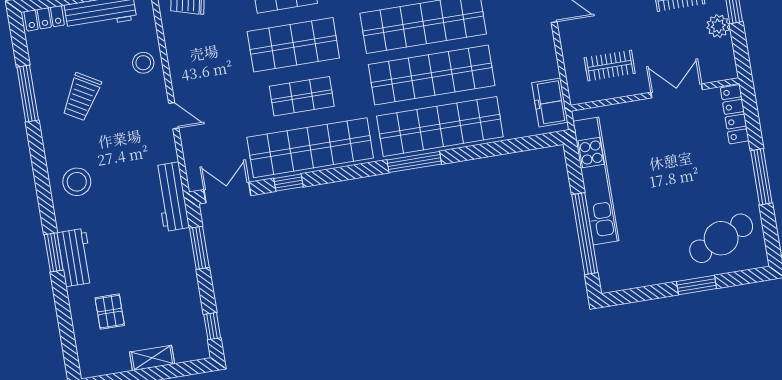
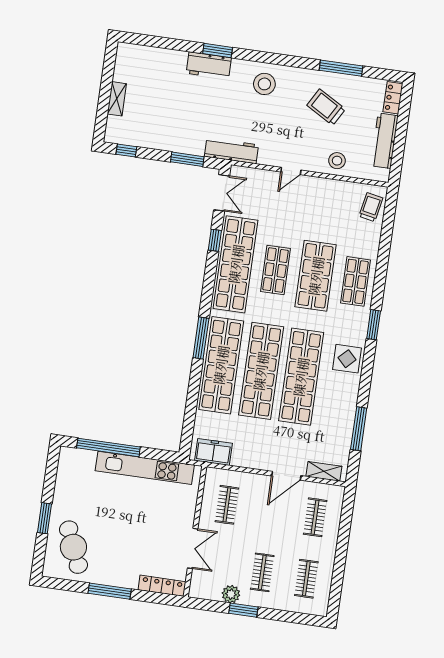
pallet: (110, 312) -> (161, 78), removed

